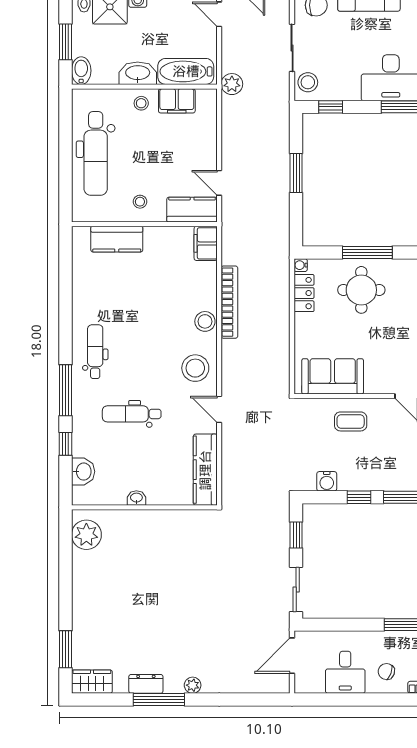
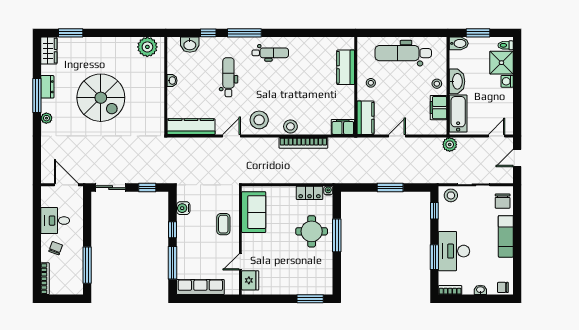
door: (219, 183) -> (397, 136), moved
spiral stairs: (162, 604) -> (101, 98), added

